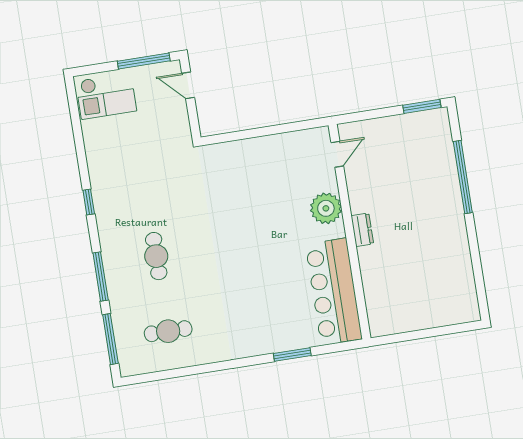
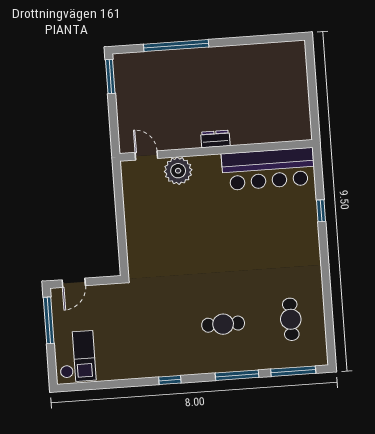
plant: (326, 208) -> (178, 171), moved
window: (292, 355) -> (321, 211), width x0.67

